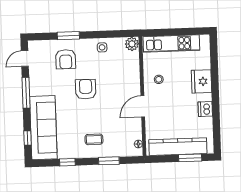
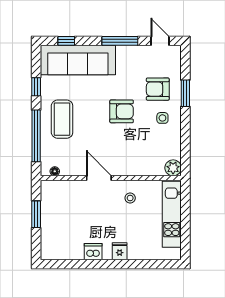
side table: (102, 47) -> (162, 118), moved
fridge: (201, 81) -> (120, 251), width x0.53, depth x0.75
coffee table: (94, 139) -> (62, 119), width x1.86, depth x1.72
kitchen counter: (178, 147) -> (50, 218), removed
window: (190, 158) -> (36, 214), moved
window: (109, 161) -> (36, 136), width x2.11

